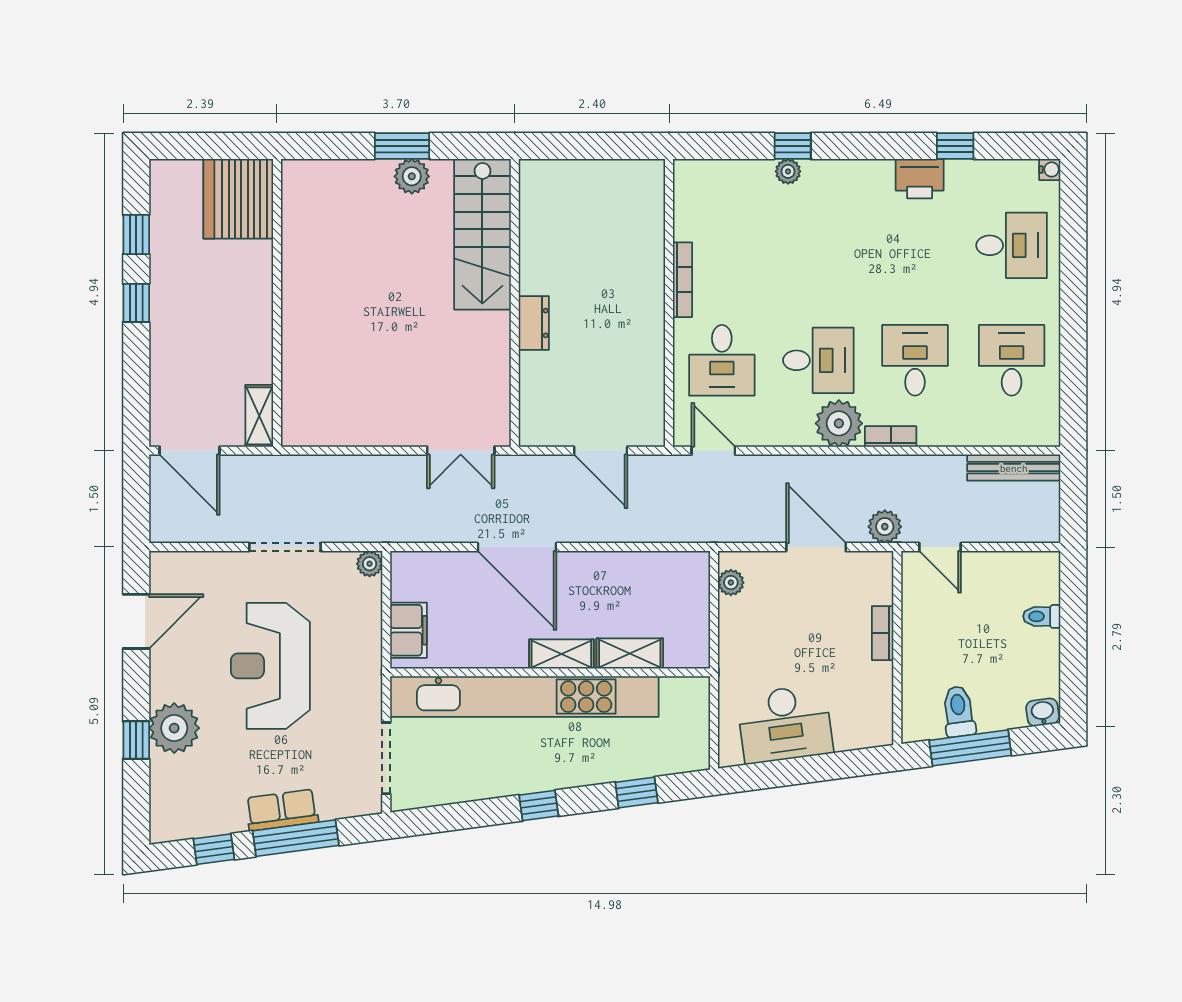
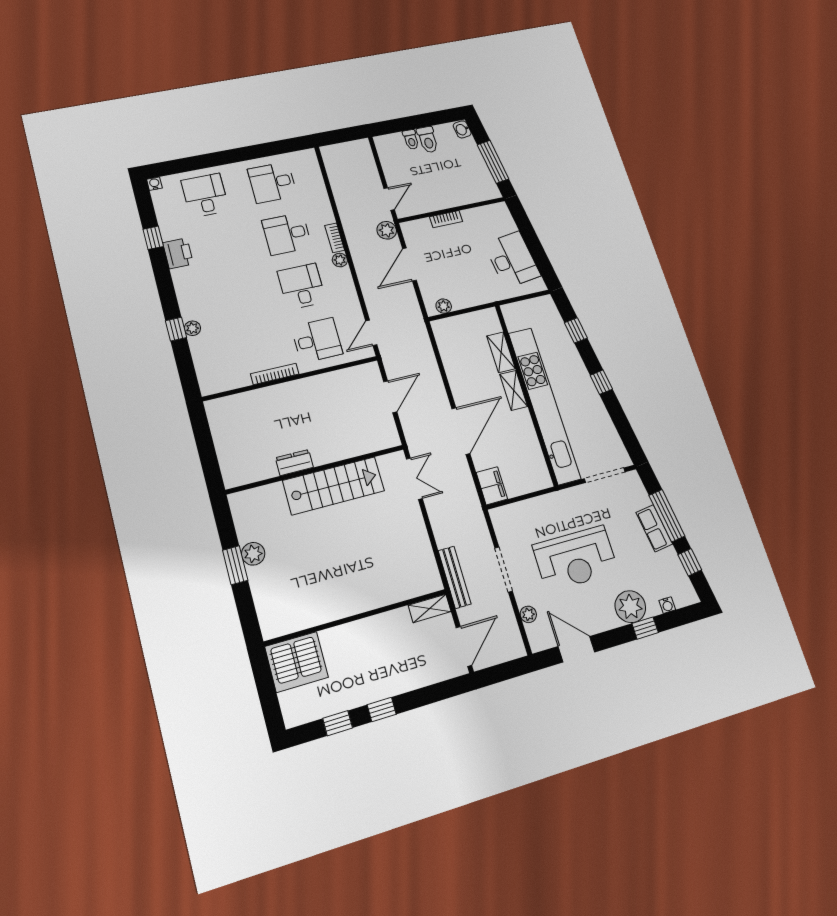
stairs: (482, 234) -> (334, 486), moved
dresser: (534, 323) -> (294, 463), moved
plant: (839, 423) -> (340, 260), width x0.53, depth x0.53
bench: (1014, 468) -> (455, 577), moved
plant: (370, 564) -> (528, 614), moved
filing cabinet: (409, 630) -> (492, 486), moved, turned 90
toilet: (959, 711) -> (428, 140), moved, turned -82
water cooler: (160, 788) -> (667, 605), added

